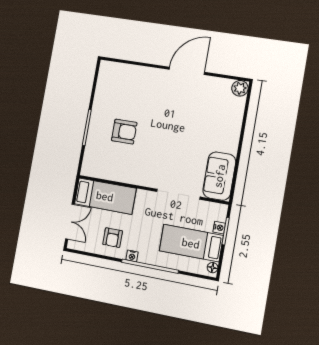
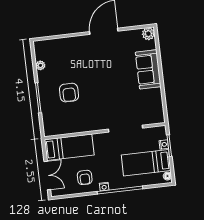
plant: (101, 90) -> (40, 65), added
armchair: (124, 132) -> (69, 93), turned 90
sofa: (219, 176) -> (148, 69), moved

